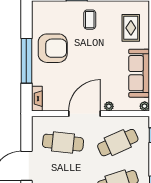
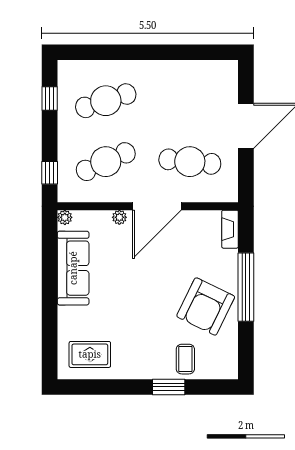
coffee table: (90, 20) -> (185, 359), moved
rug: (131, 28) -> (90, 354), moved, turned 90
armchair: (53, 48) -> (206, 306), turned -64

